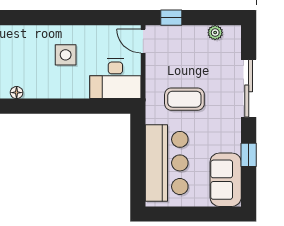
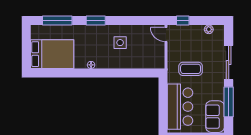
window: (24, 18) -> (96, 21), added
desk: (115, 79) -> (150, 57), removed
window: (249, 155) -> (229, 102), width x2.17

